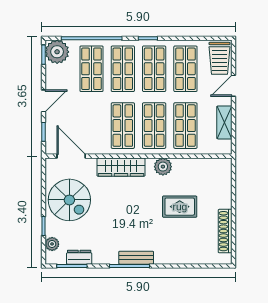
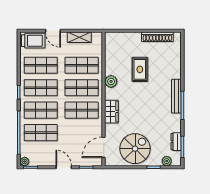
plant: (57, 52) -> (25, 162), width x0.53, depth x0.53
wardrobe: (121, 167) -> (111, 112), width x0.67
bench: (136, 258) -> (176, 96), width x1.36

